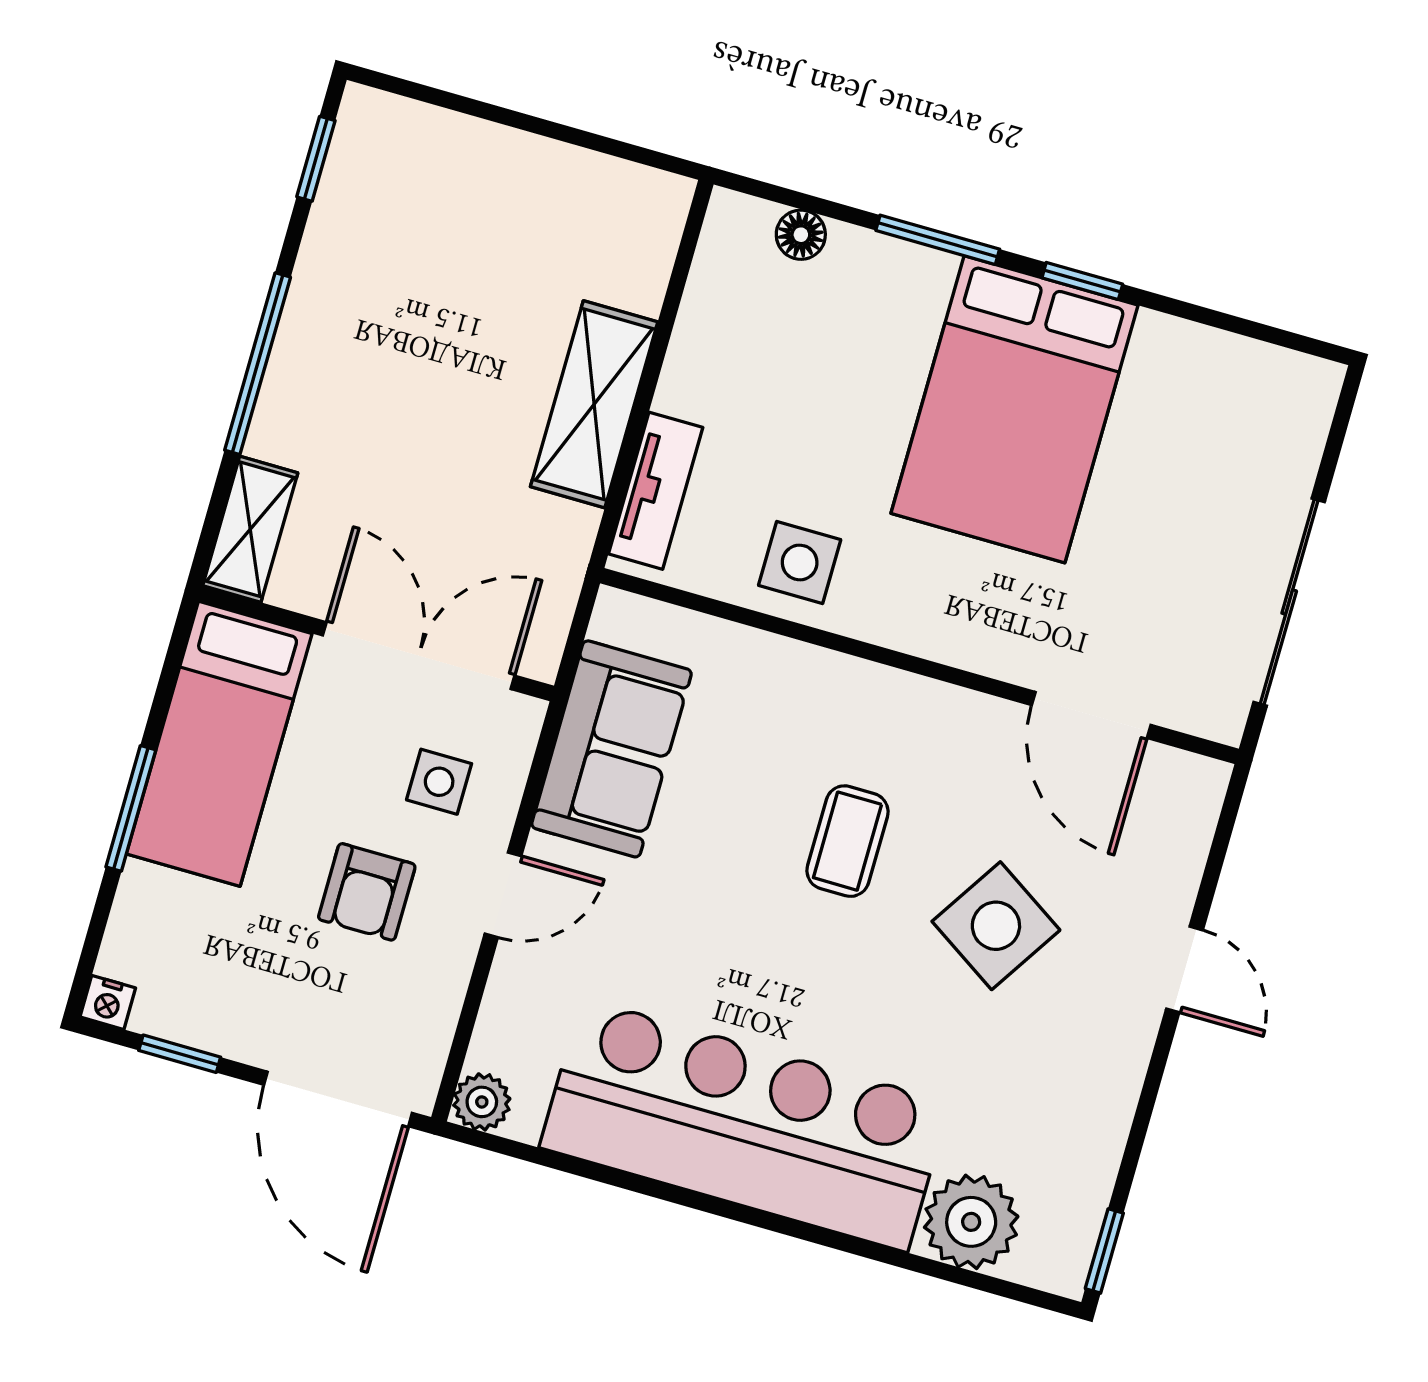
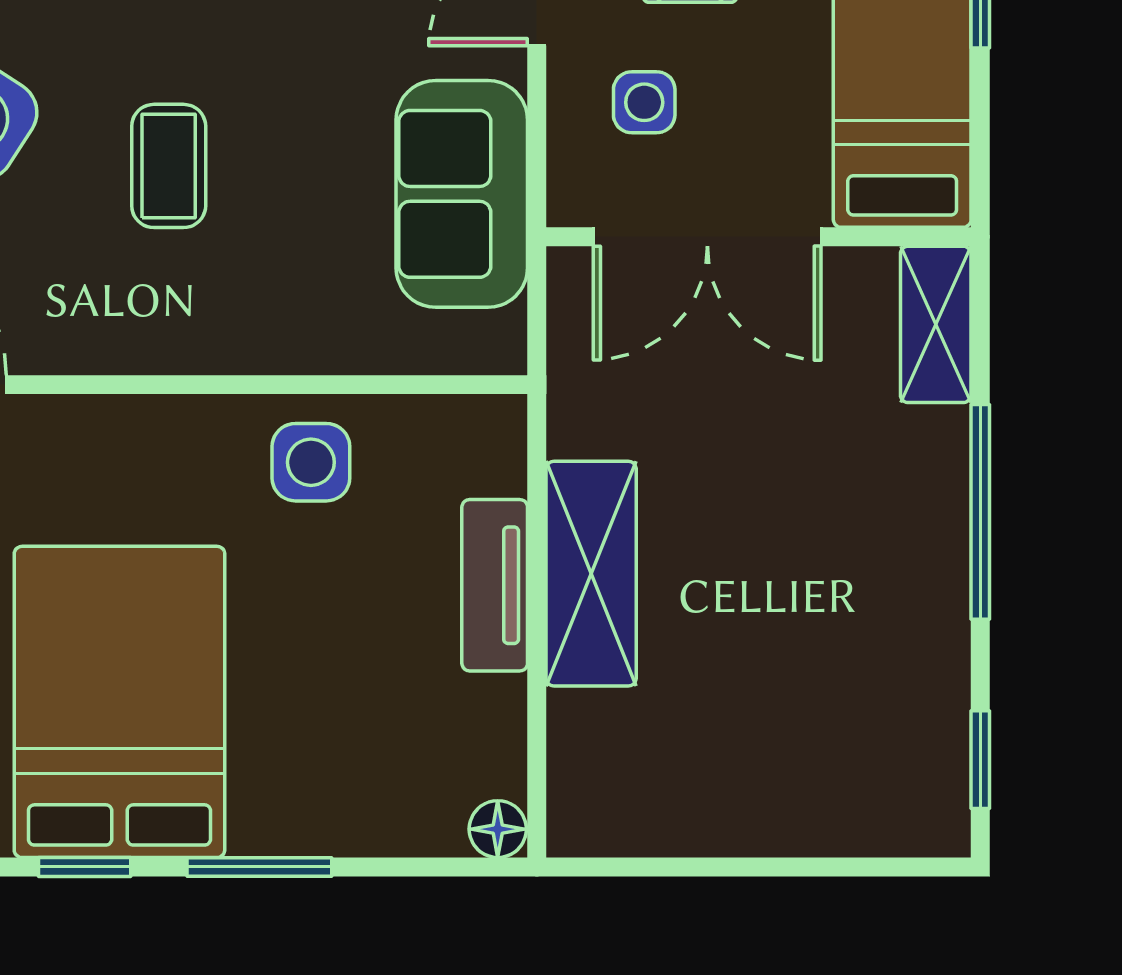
floor lamp: (801, 235) -> (498, 829), moved
tv unit: (656, 491) -> (495, 585), moved

